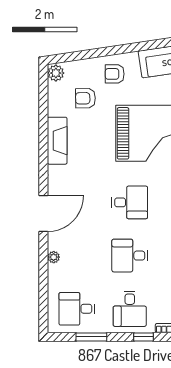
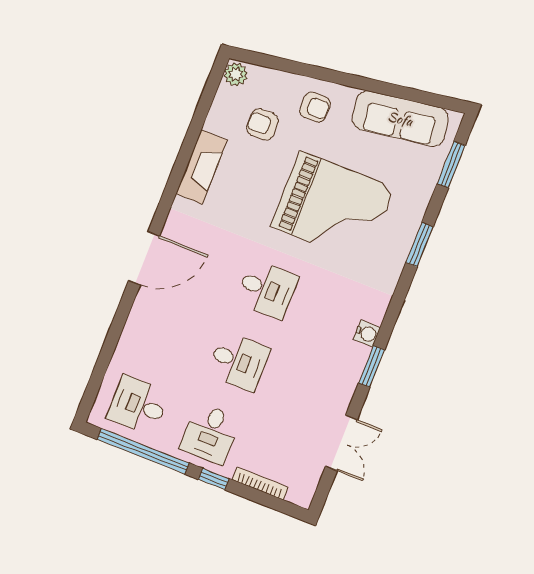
armchair: (115, 74) -> (315, 107), turned 180
desk: (130, 256) -> (238, 361), turned 180
plant: (54, 257) -> (134, 323), removed
window: (91, 337) -> (143, 451), width x2.11

